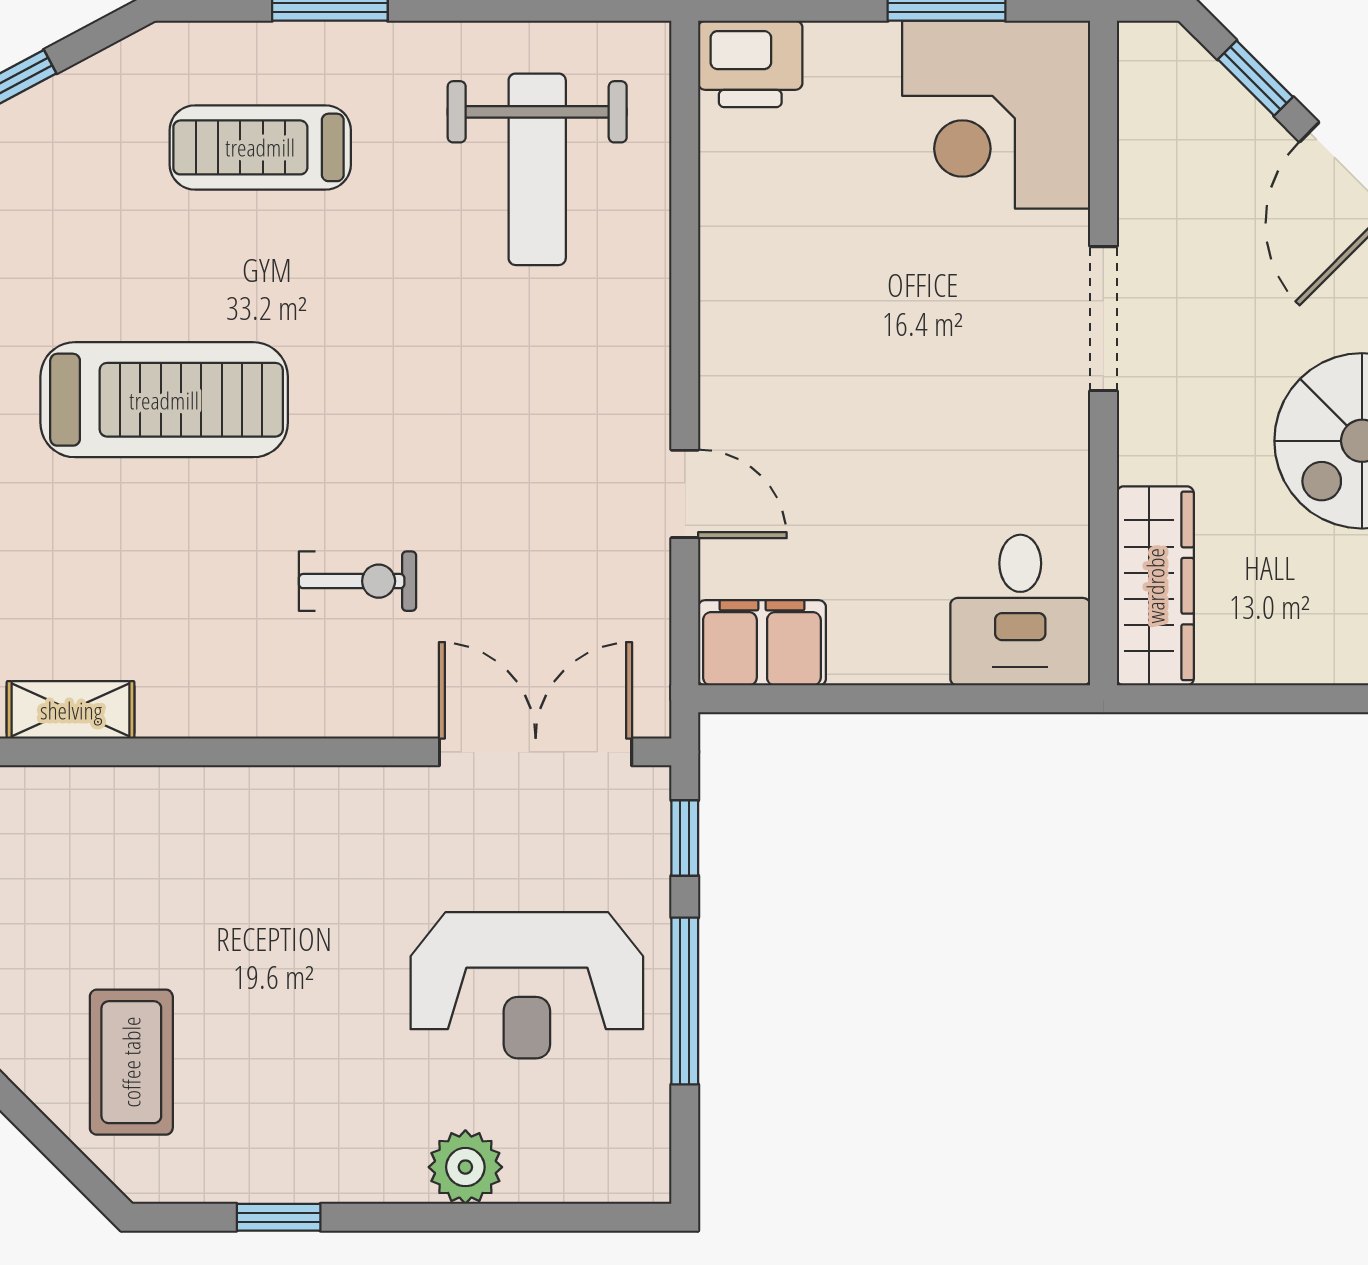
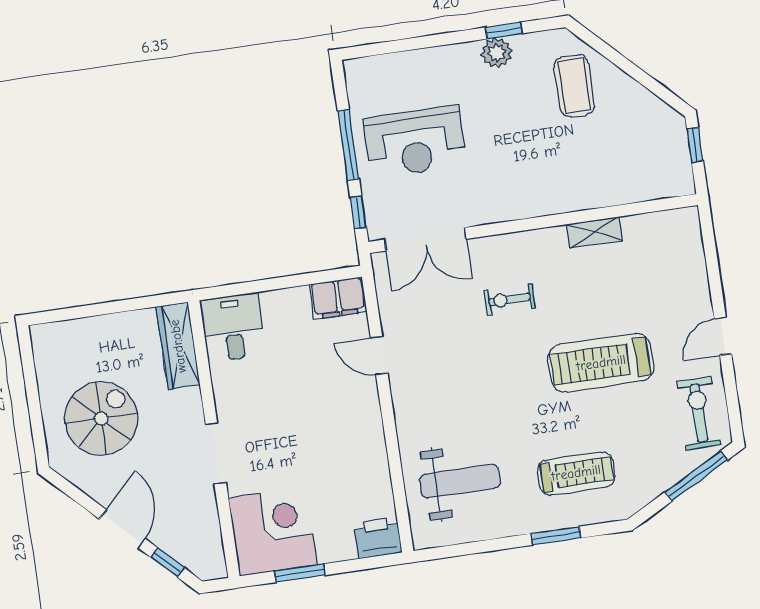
weight bench: (537, 169) -> (460, 481), turned 90
shelving: (71, 710) -> (594, 232), moved
reception desk: (527, 985) -> (415, 142), turned 180
plant: (465, 1167) -> (497, 53), moved

